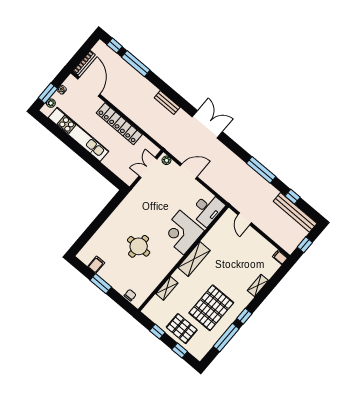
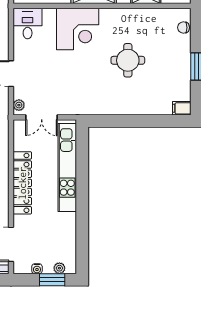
kitchen unit: (79, 134) -> (67, 167), moved
desk: (207, 209) -> (28, 23), width x0.73
filing cabinet: (96, 265) -> (182, 108), moved

